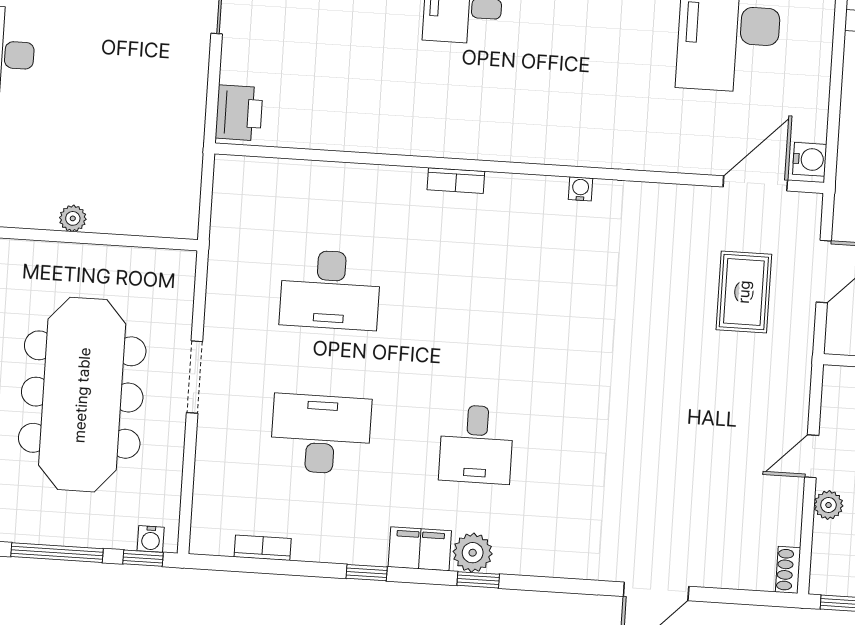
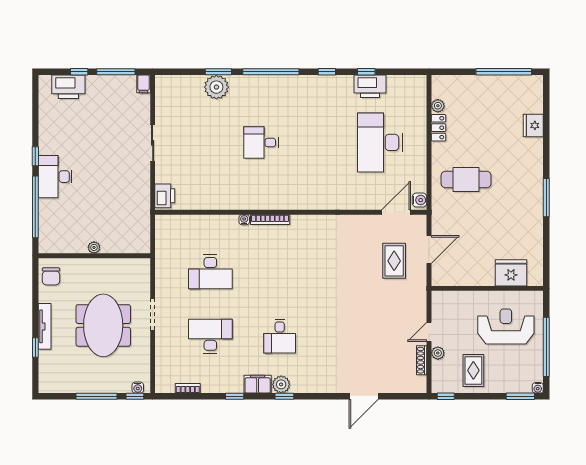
bookcase: (456, 181) -> (270, 220), width x1.56
water cooler: (580, 189) -> (244, 220), moved
meeting table: (82, 395) -> (103, 325), width x0.73
shoe rack: (788, 570) -> (422, 360), moved, width x1.43

